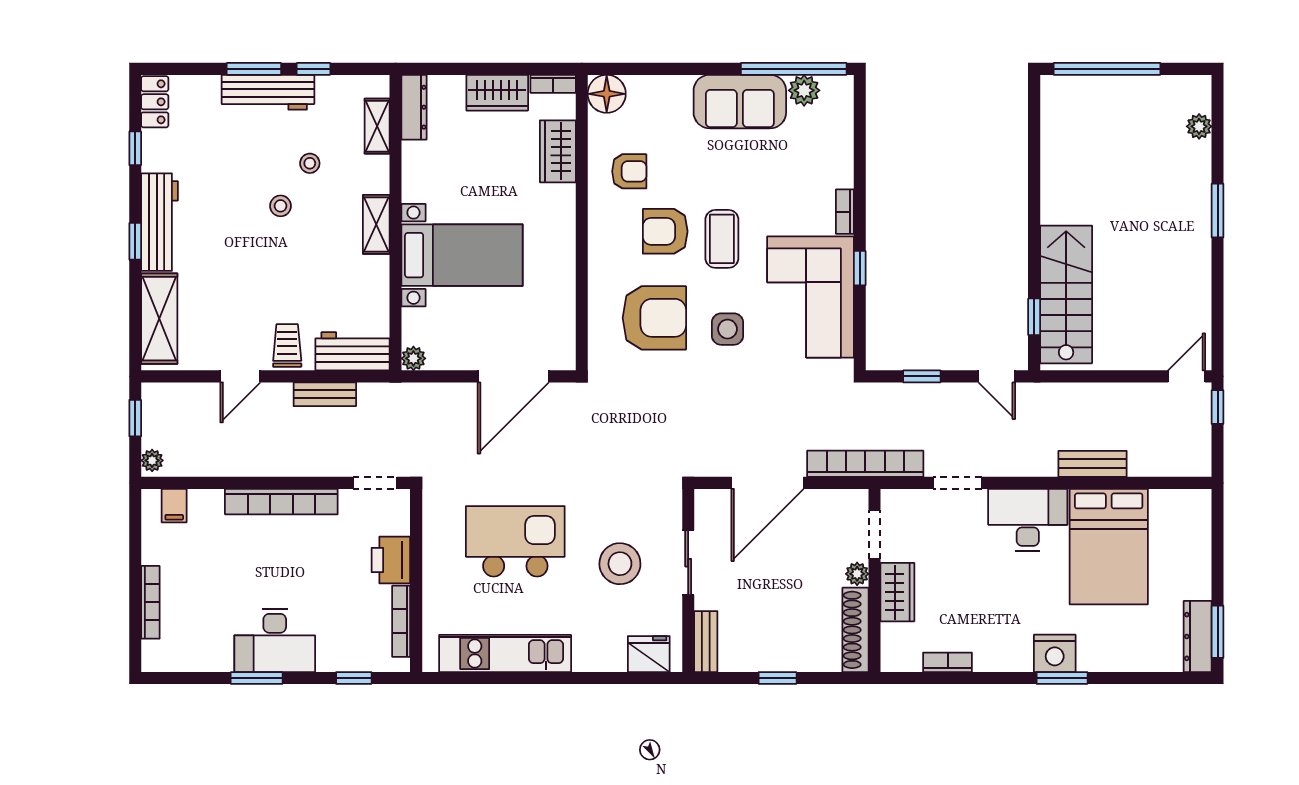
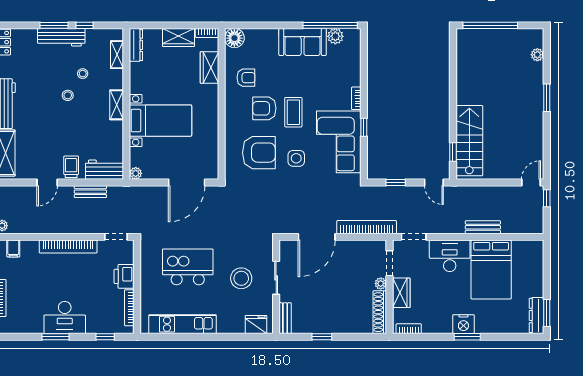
doorway: (874, 534) -> (389, 263), moved
plant: (857, 574) -> (381, 283), moved
wall: (874, 580) -> (389, 287), moved
wardrobe: (897, 592) -> (401, 293), moved
shoe rack: (856, 630) -> (380, 312), moved

